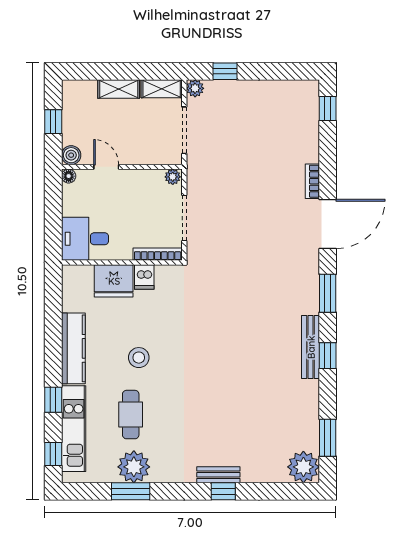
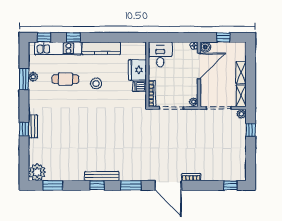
door: (106, 167) -> (199, 66), width x1.88
plant: (134, 467) -> (33, 77), width x0.53, depth x0.53

